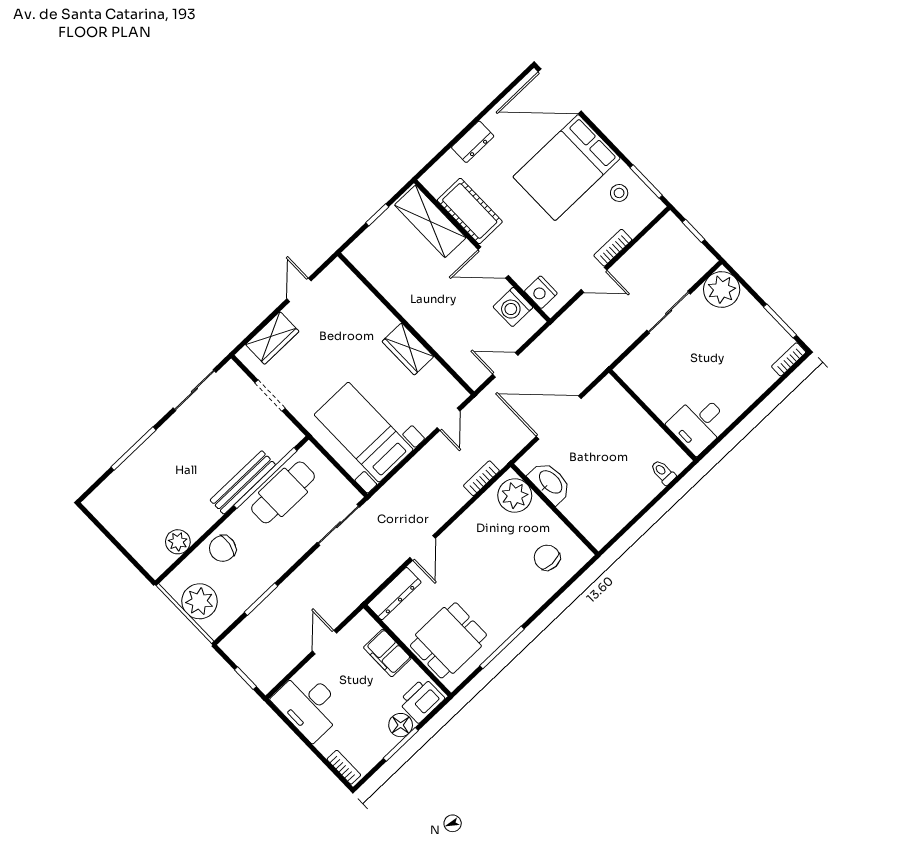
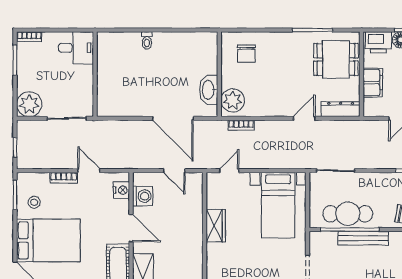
wall: (653, 415) -> (95, 74), moved
desk: (699, 424) -> (76, 48), moved

